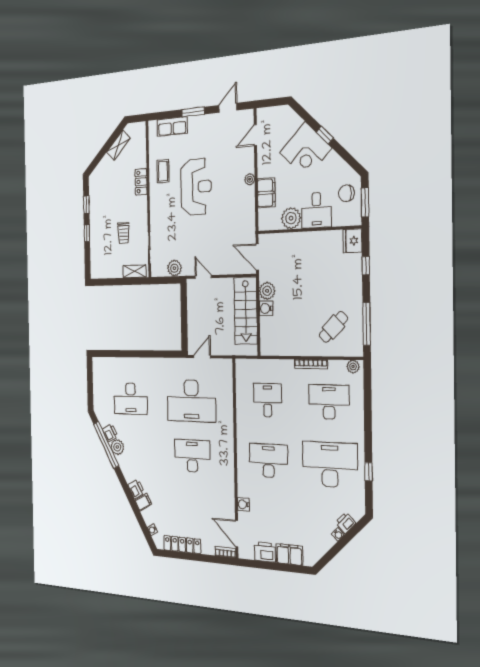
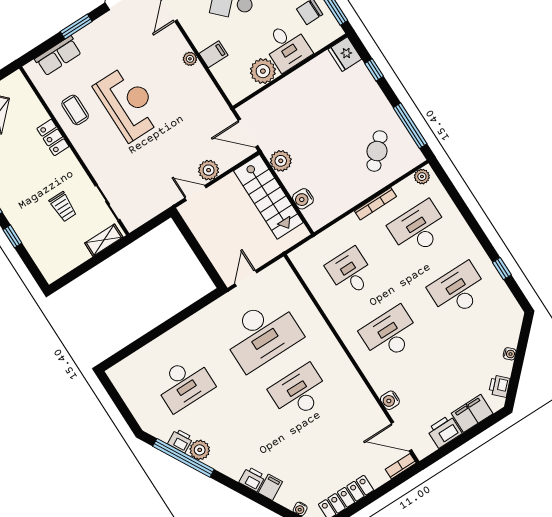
filing cabinet: (266, 193) -> (213, 54), width x0.50
plant: (174, 268) -> (209, 170), moved
water cooler: (266, 308) -> (303, 199), moved
desk: (330, 465) -> (458, 290), width x0.73, depth x0.77
printer: (346, 523) -> (499, 386), moved

